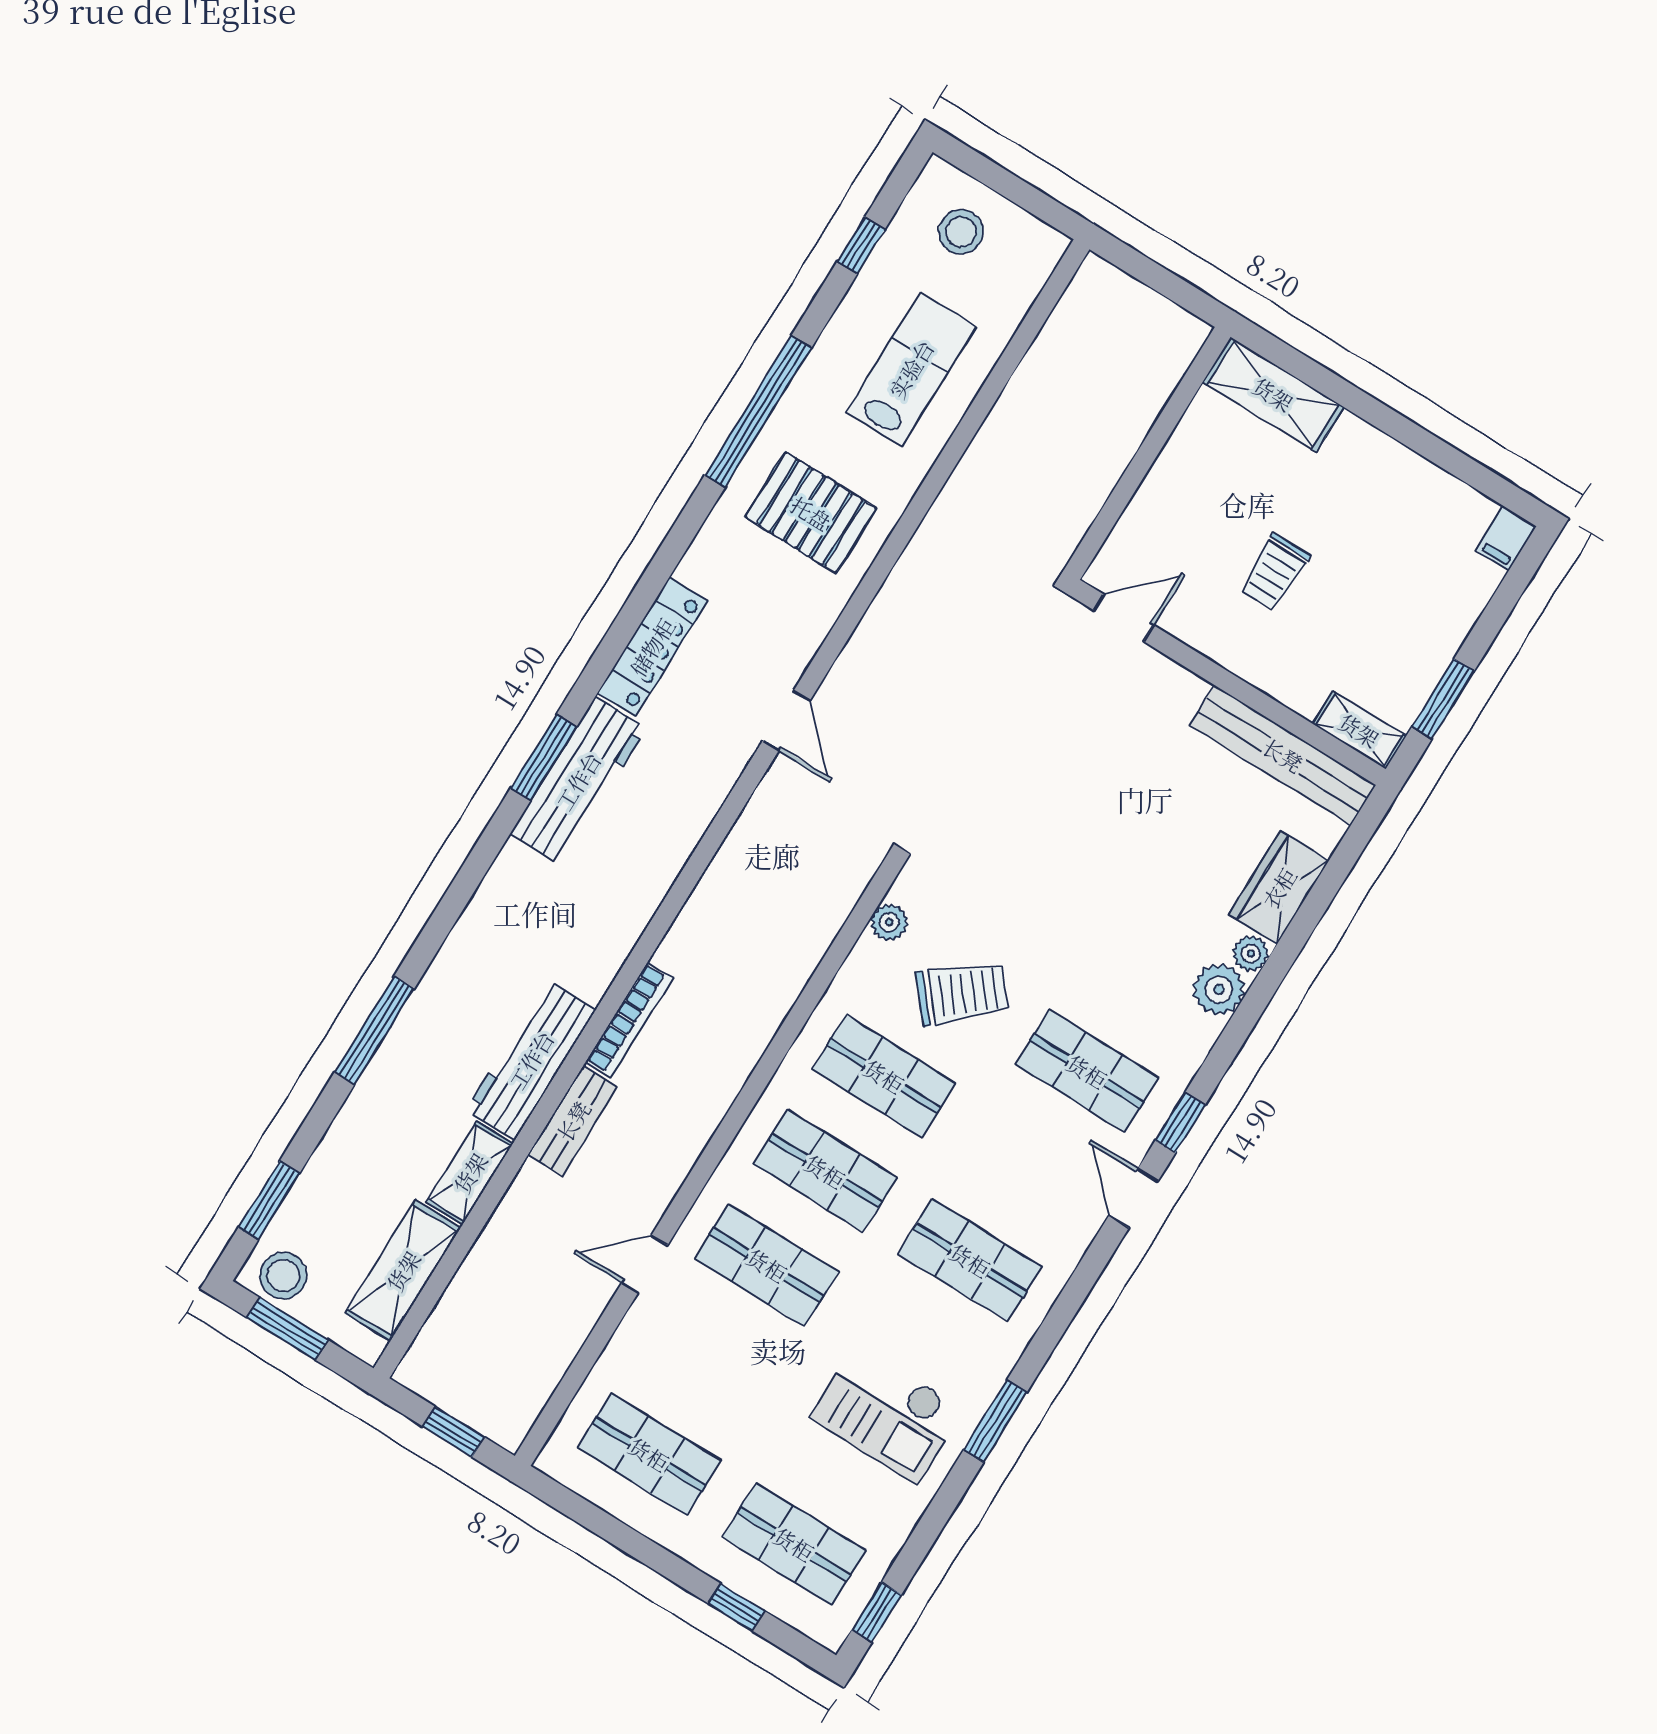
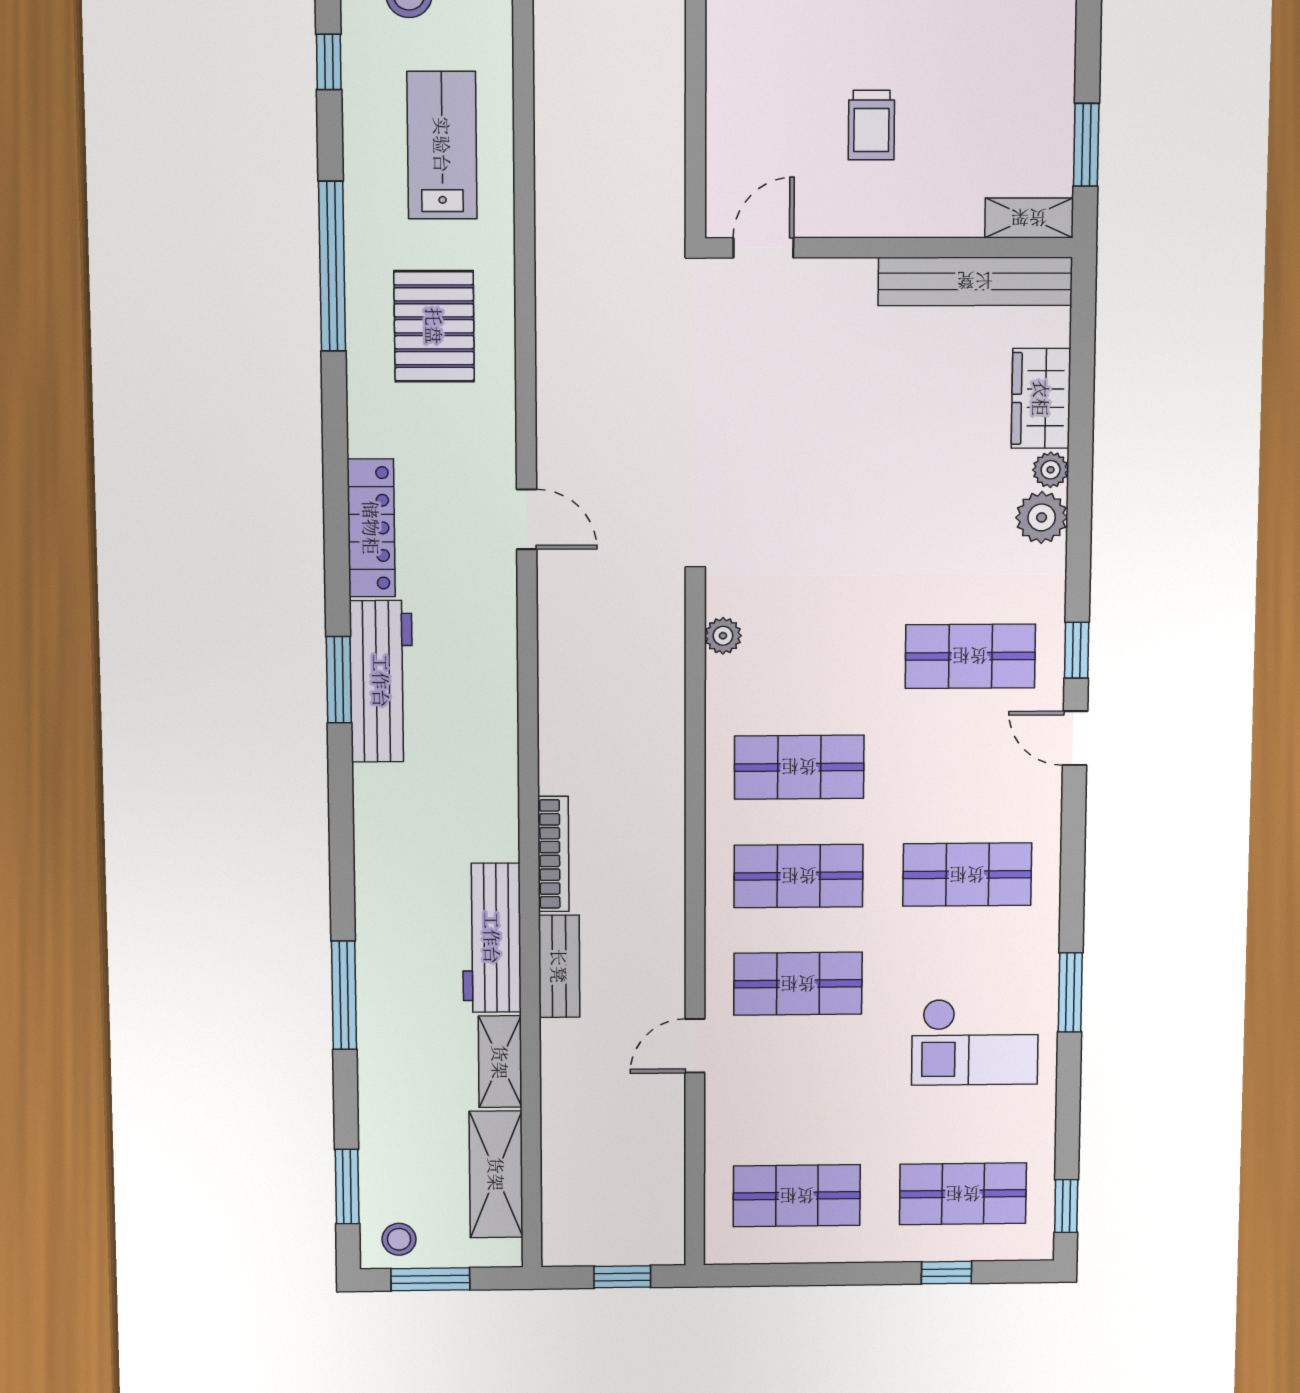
pallet: (811, 513) -> (434, 326), turned 90
trolley: (962, 993) -> (823, 656), removed
stool: (283, 1276) -> (399, 1239), width x0.73, depth x0.73

